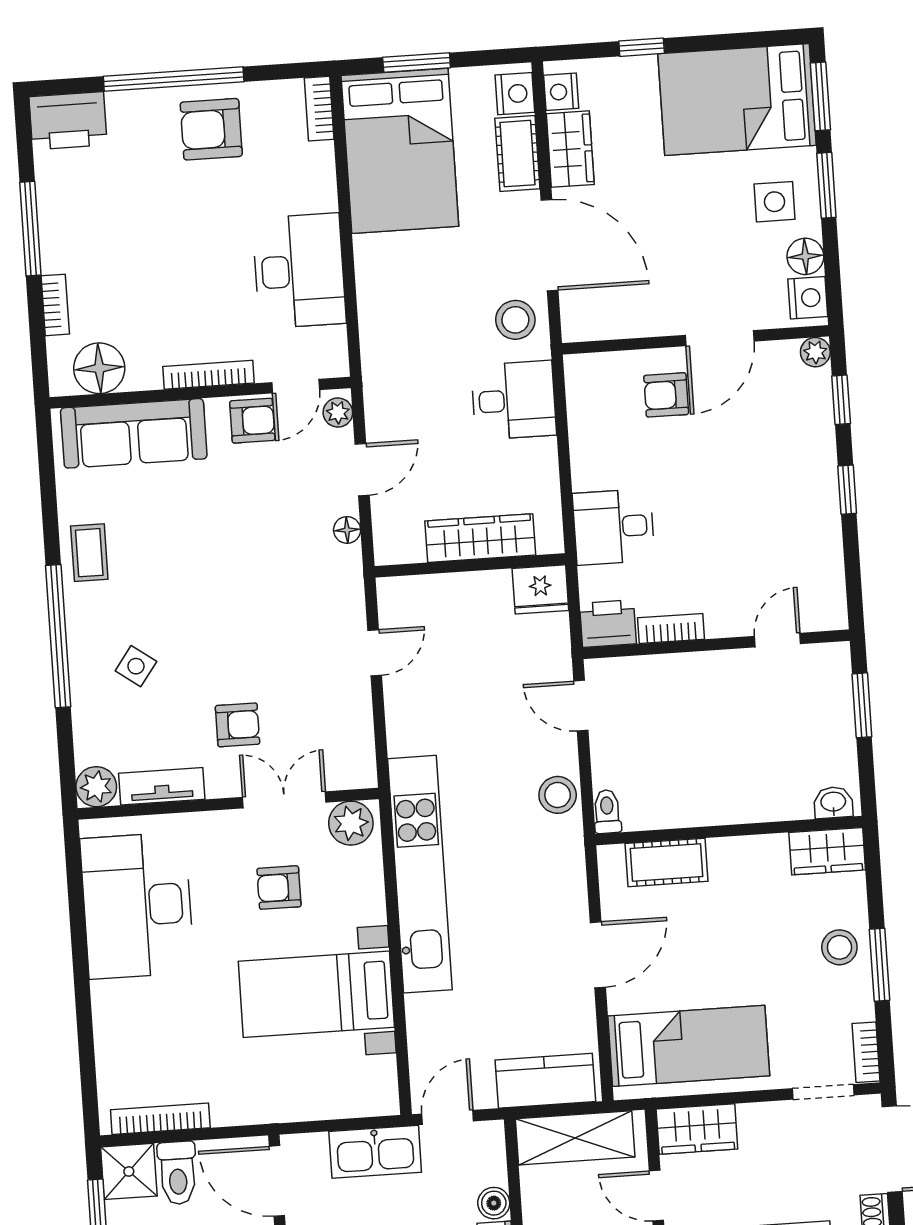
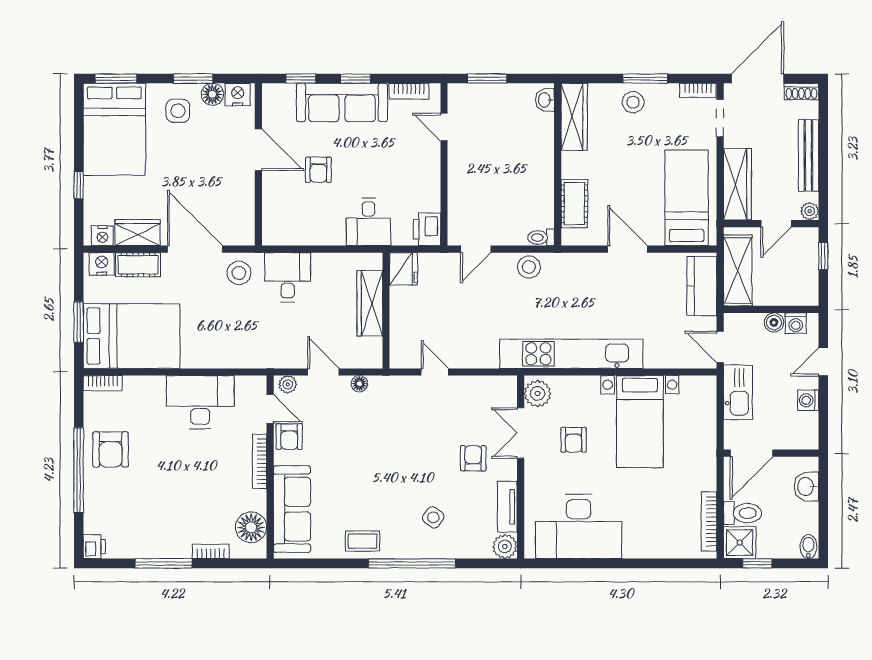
printer: (68, 121) -> (94, 547), width x0.53, depth x0.68
window: (826, 185) -> (193, 79), moved
door: (550, 245) -> (195, 249), hinge flipped
plant: (815, 352) -> (271, 92), removed
armchair: (666, 395) -> (318, 170), moved
armchair: (252, 421) -> (289, 437), turned 180
sofa: (806, 470) -> (342, 103), added
bookcase: (671, 629) -> (409, 91), moved, turned -90
wardrobe: (827, 851) -> (574, 117), width x1.50
wardrobe: (697, 1129) -> (737, 184), width x1.50

